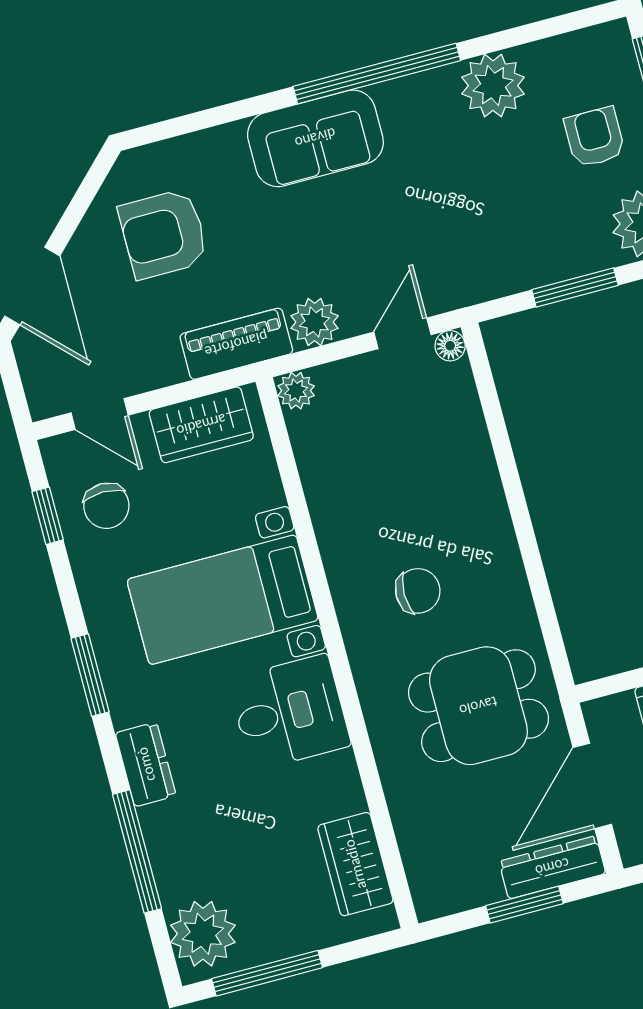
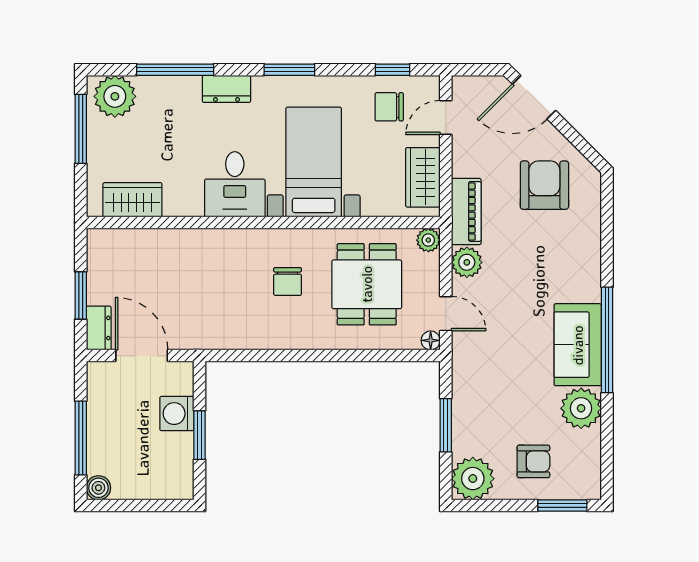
sofa: (315, 138) -> (578, 345), moved
dining table: (478, 706) -> (367, 284), moved
dresser: (552, 867) -> (99, 328), width x0.70

